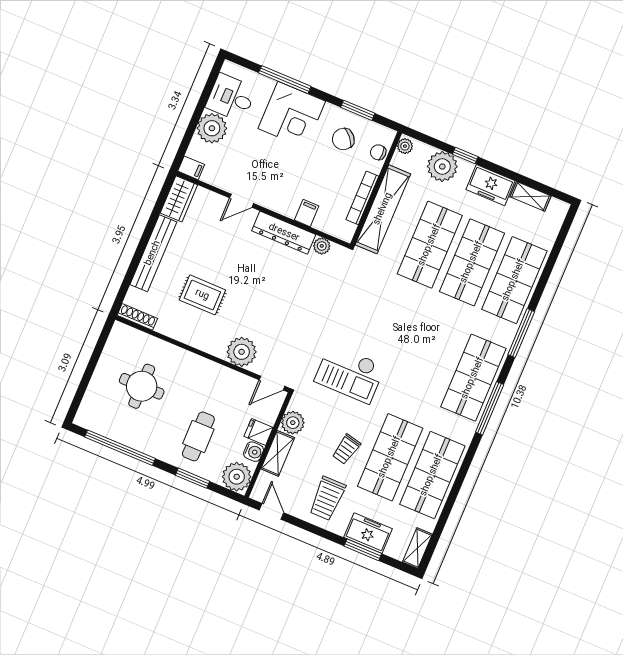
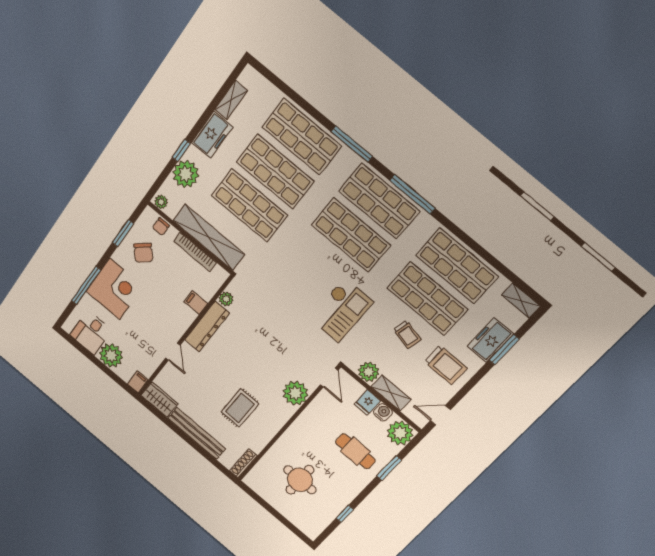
shop shelf: (431, 360) -> (351, 235), added
window: (120, 448) -> (345, 514), width x0.32

